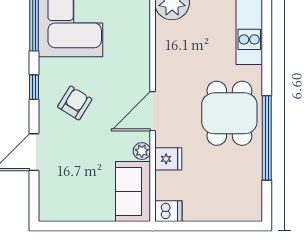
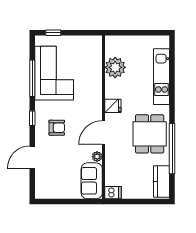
armchair: (75, 103) -> (57, 128), turned 58
fridge: (168, 159) -> (113, 106), moved
kitchen counter: (249, 193) -> (161, 181), added

